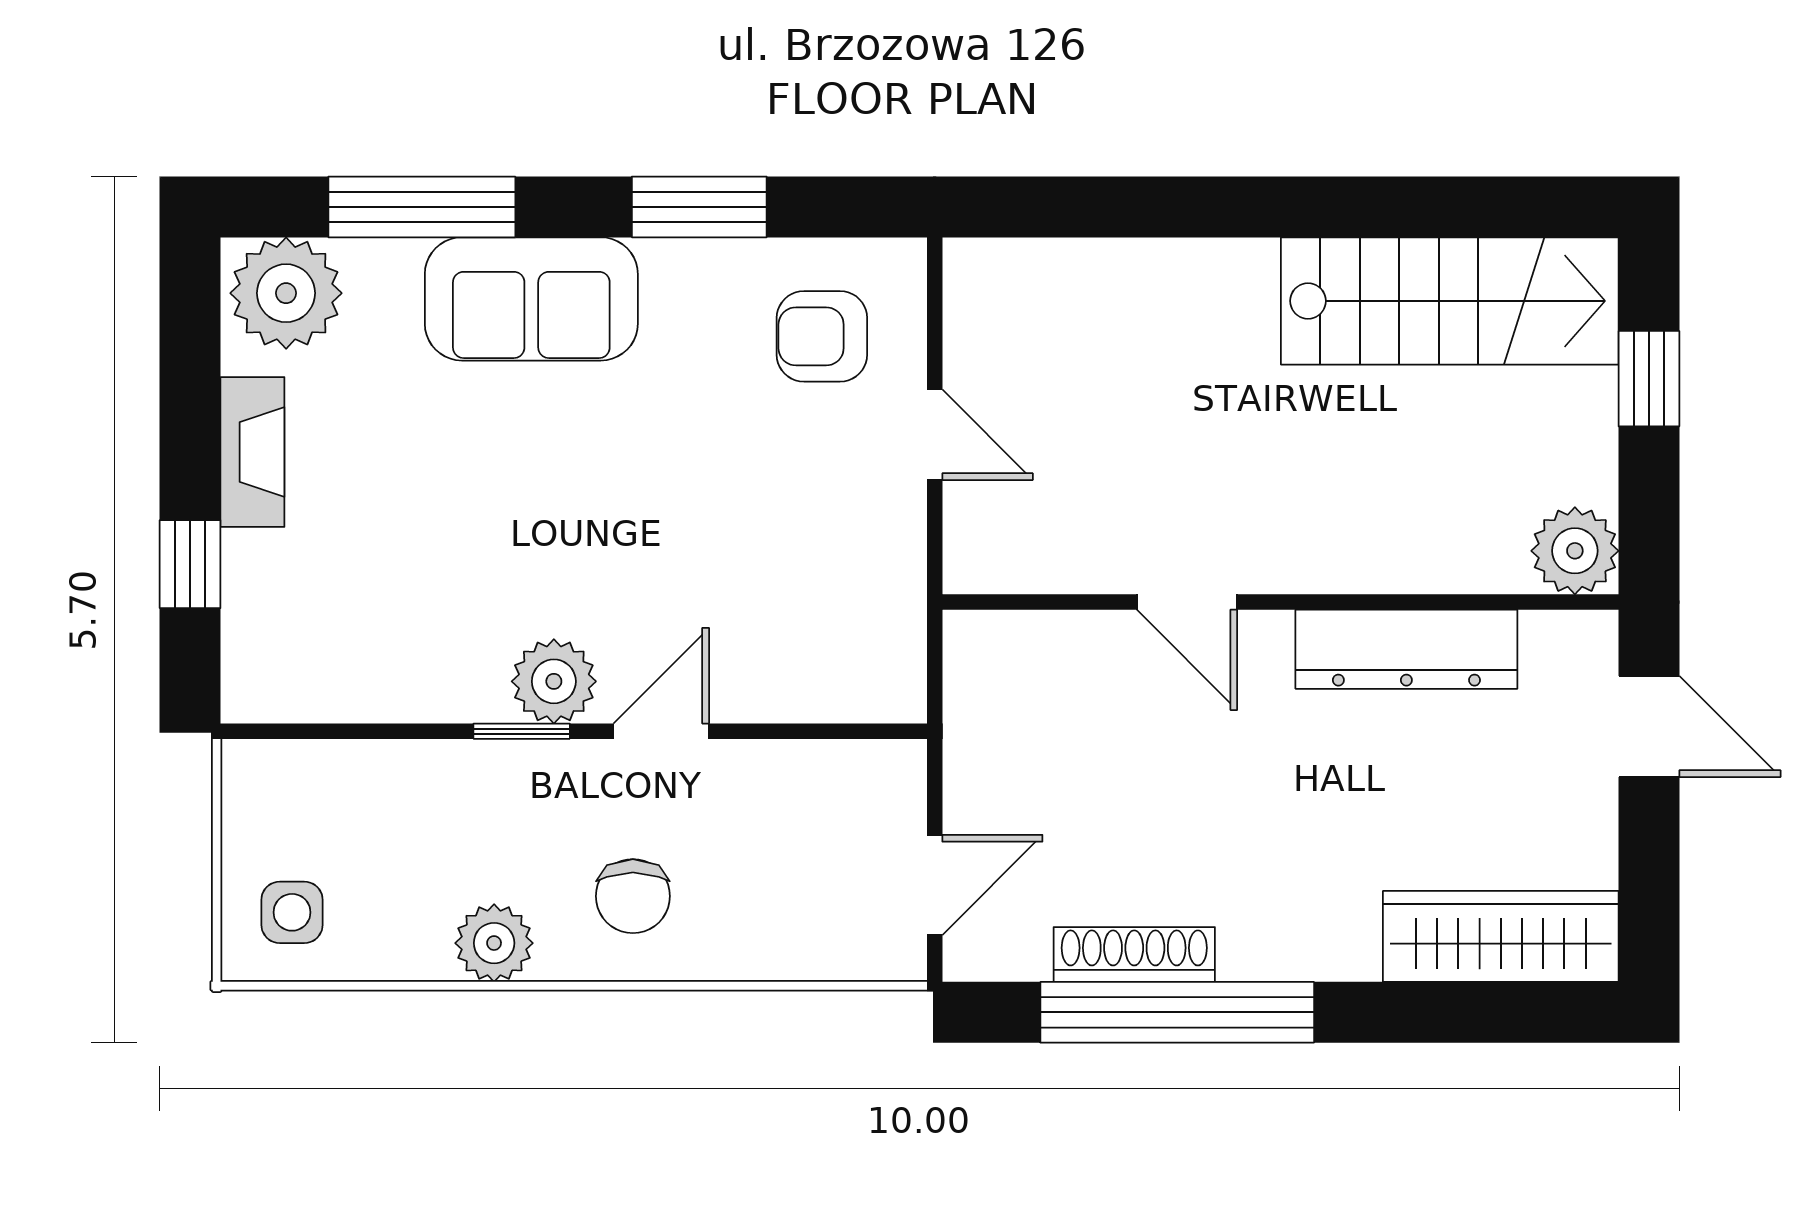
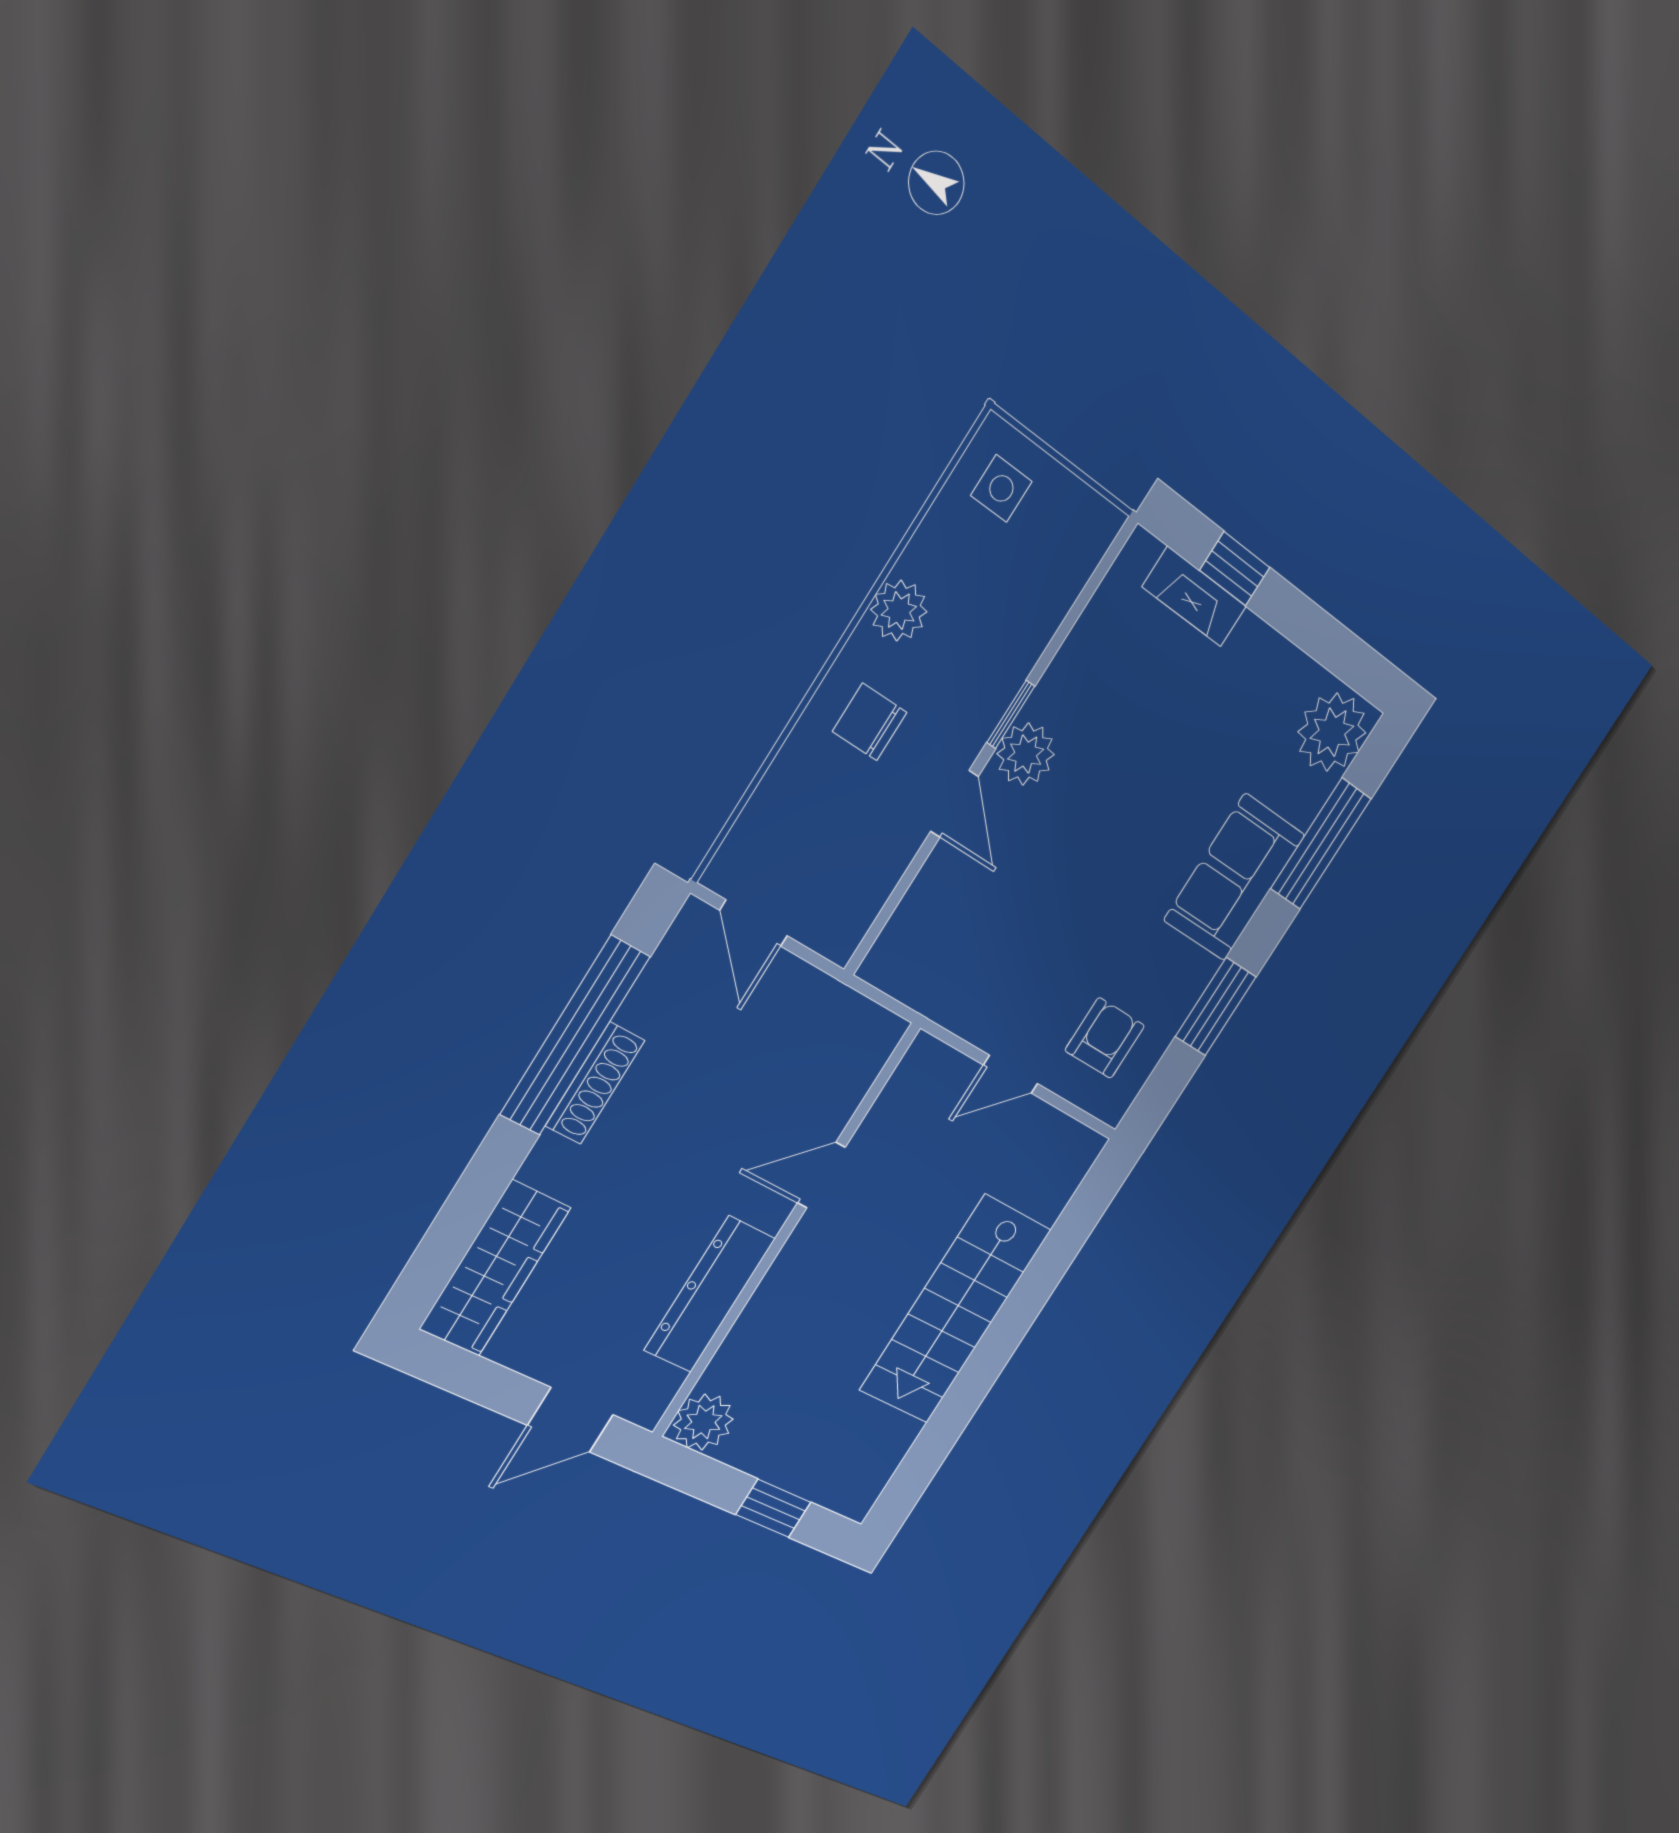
stairs: (1450, 301) -> (956, 1309), moved
fireplace: (252, 452) -> (1194, 597), moved
shoe rack: (1134, 955) -> (595, 1083), moved

